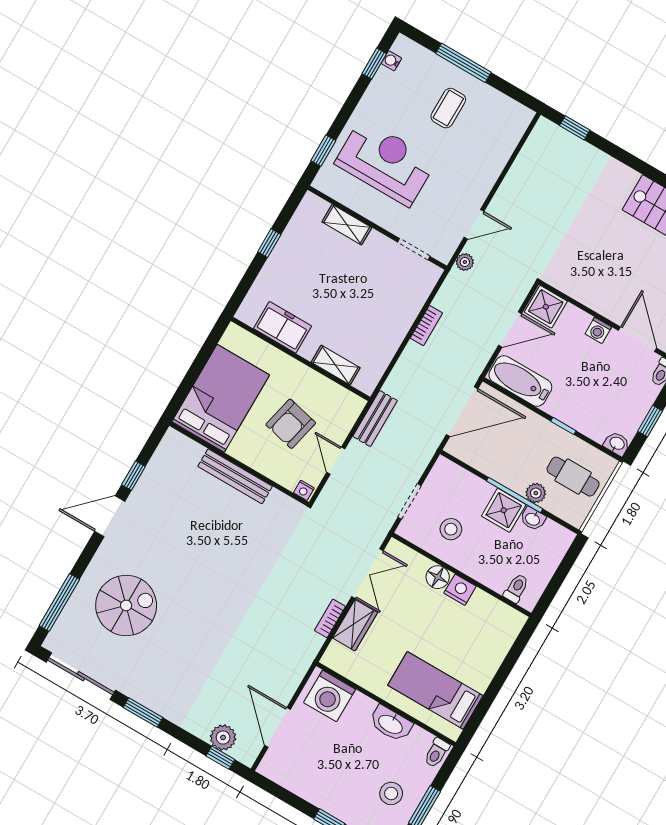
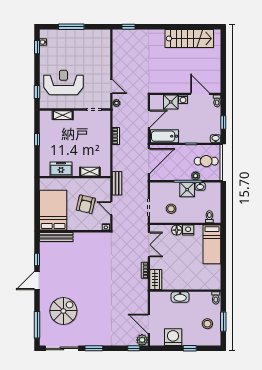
coffee table: (448, 108) -> (75, 48), removed
door: (474, 224) -> (111, 86), hinge flipped
shower: (546, 307) -> (171, 102), moved
bench: (235, 476) -> (56, 237), moved
wardrobe: (355, 625) -> (156, 280), moved
bed: (435, 690) -> (212, 244), moved, turned -90
washing machine: (330, 696) -> (173, 337), moved, turned 180
washbasin: (391, 724) -> (180, 297), moved
plant: (223, 737) -> (142, 340), moved

